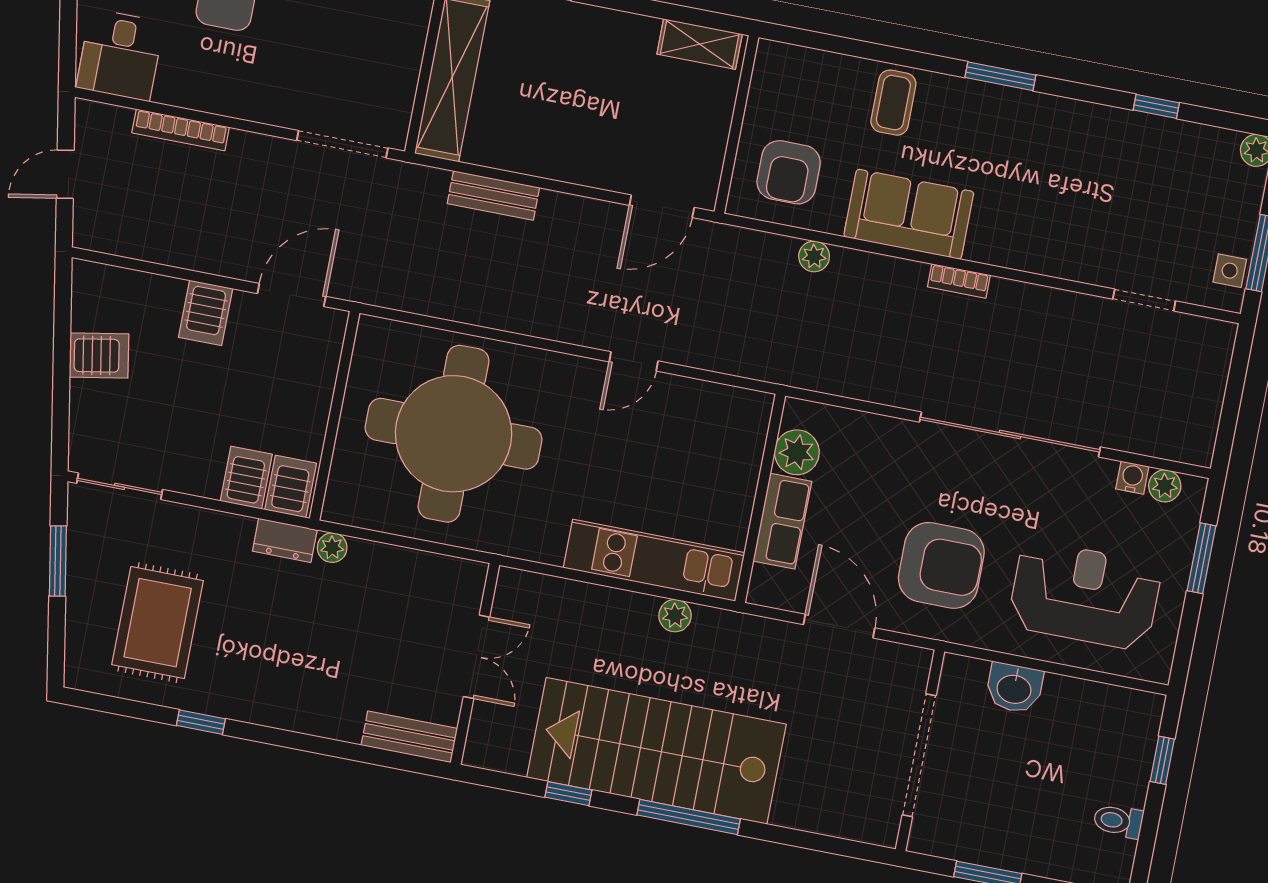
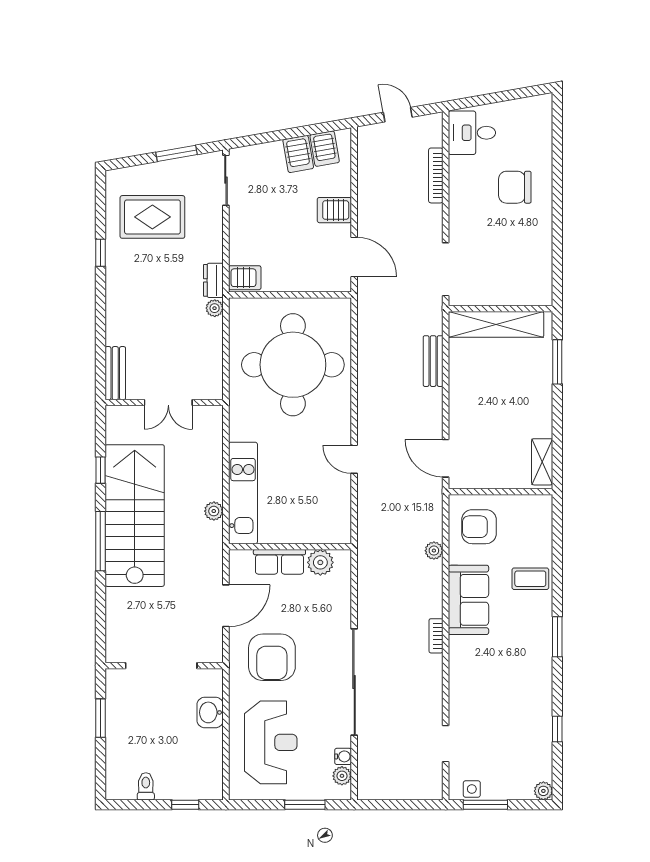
server rack: (246, 478) -> (325, 149), moved, turned 80

